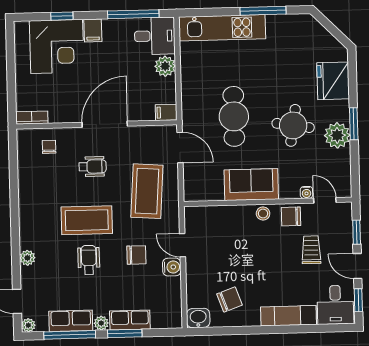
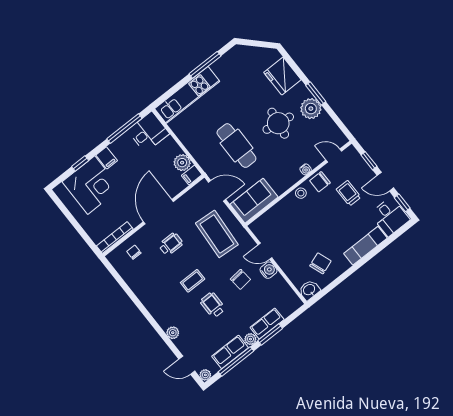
plant: (165, 66) -> (182, 163), moved
bookcase: (32, 118) -> (115, 237), width x1.56
sofa: (251, 185) -> (254, 201), moved
water cooler: (306, 192) -> (306, 169), moved
coffee table: (87, 220) -> (193, 281), width x0.54, depth x0.58
chair: (136, 255) -> (240, 279), turned 84

